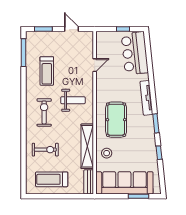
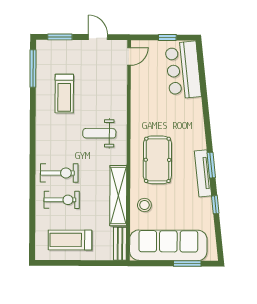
door: (95, 65) -> (129, 56), moved
tv unit: (146, 98) -> (203, 173), moved
weight bench: (73, 100) -> (99, 133), turned 180
exercise bike: (44, 112) -> (59, 173), moved, turned 90

